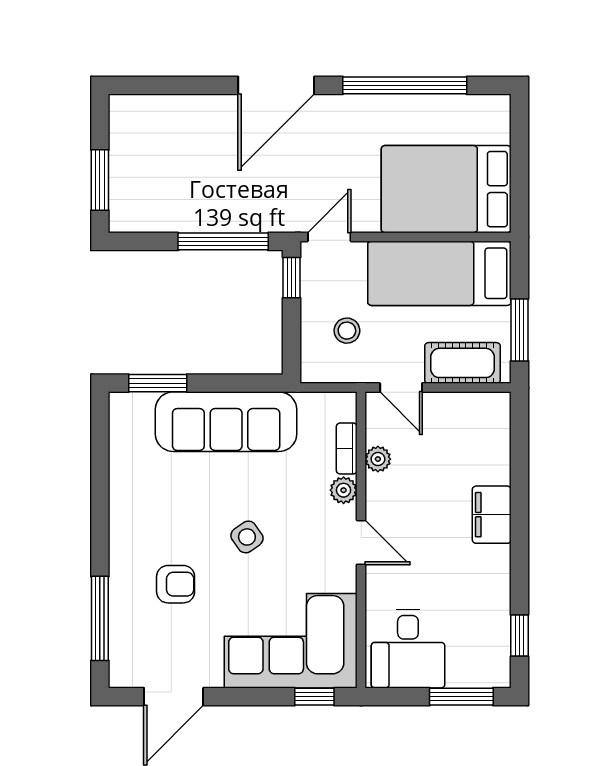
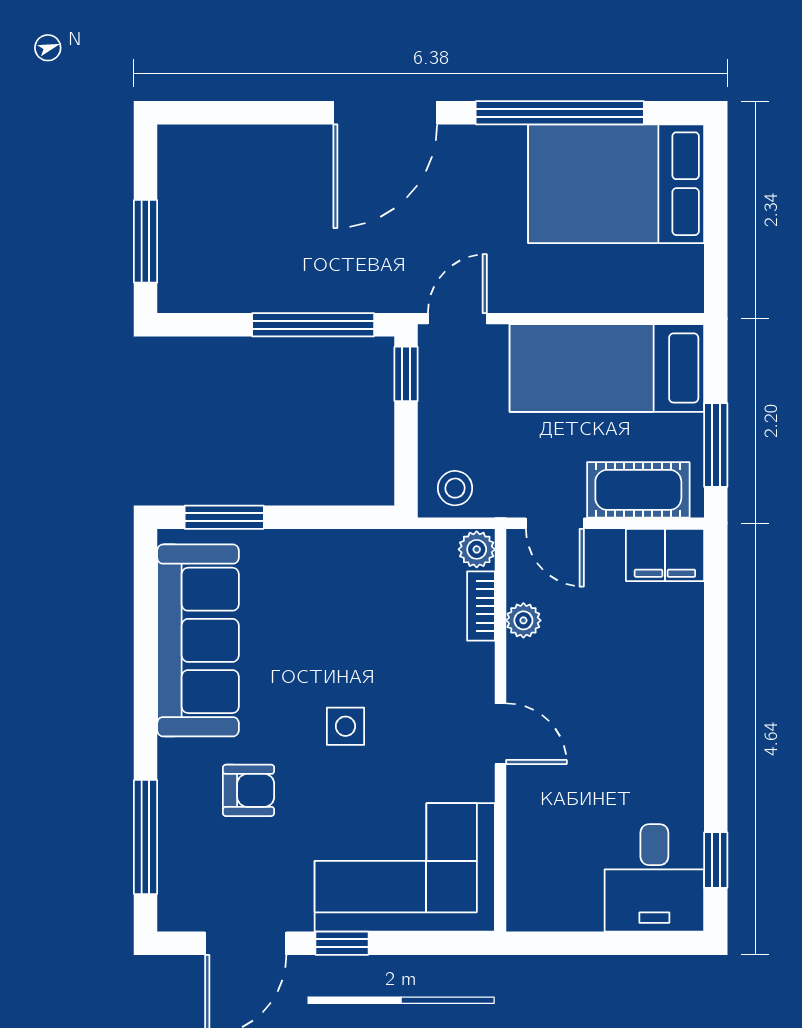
bed: (446, 189) -> (616, 184), moved
stool: (347, 331) -> (455, 488), moved
sofa: (226, 422) -> (198, 640), moved, turned -90
plant: (344, 490) -> (477, 549), moved
filing cabinet: (492, 515) -> (665, 555), moved, turned -90
side table: (247, 537) -> (345, 726), turned 35
desk: (408, 649) -> (654, 878), moved
window: (314, 697) -> (342, 943), moved
window: (461, 697) -> (637, 943), removed

